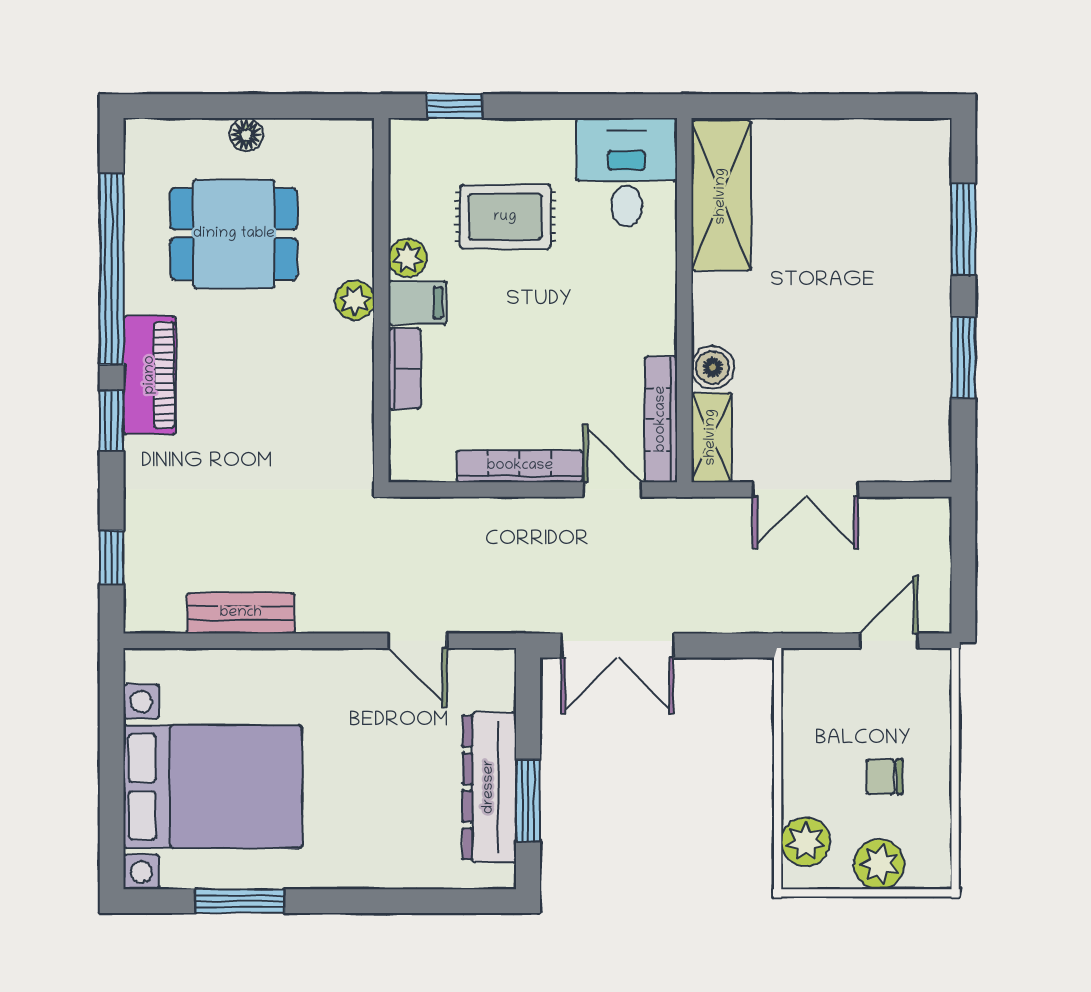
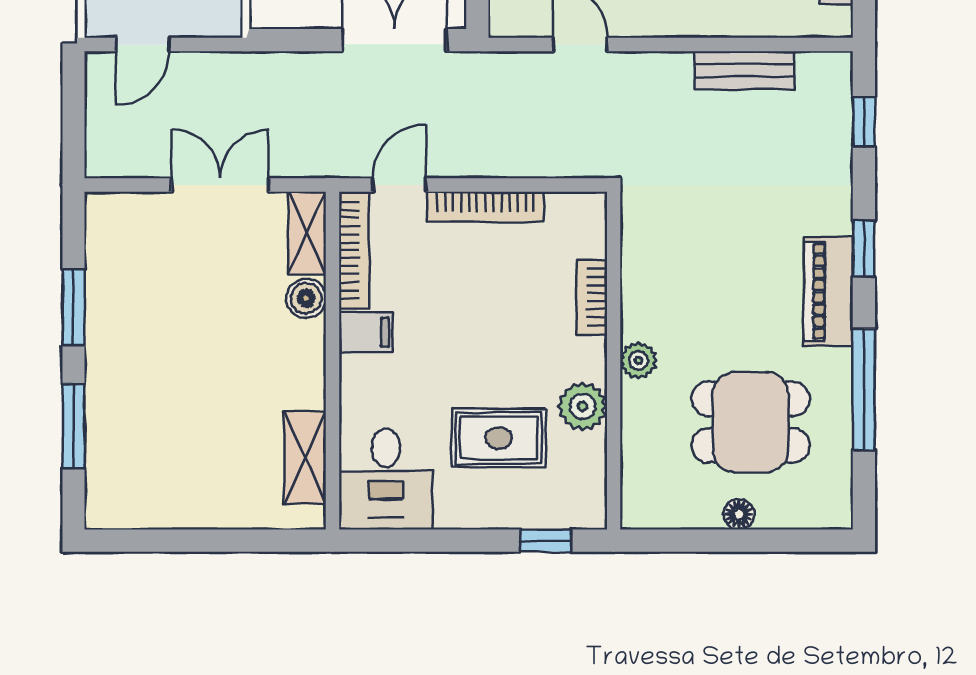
shelving: (721, 196) -> (305, 458), width x0.67, depth x0.75
plant: (408, 258) -> (583, 406), width x1.38, depth x1.38
window: (112, 269) -> (864, 389), width x0.68
filing cabinet: (418, 303) -> (366, 332), moved, turned 180
door: (612, 489) -> (399, 185), swing flipped

